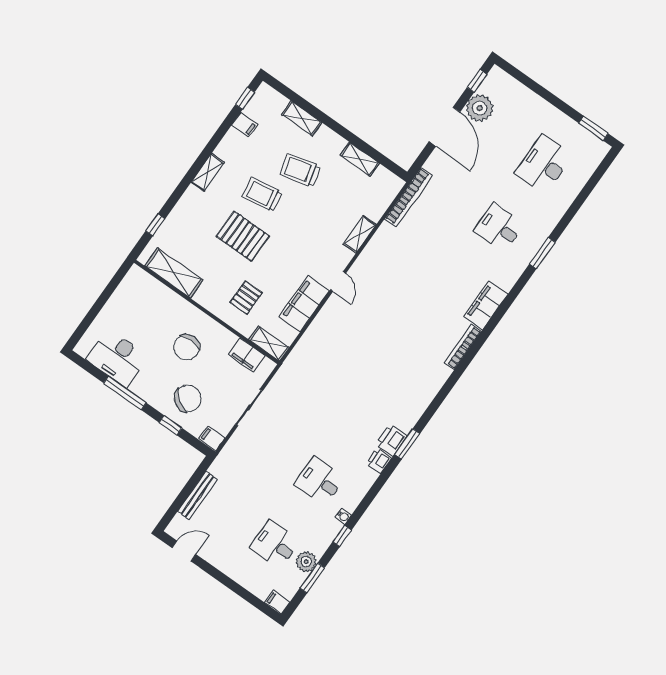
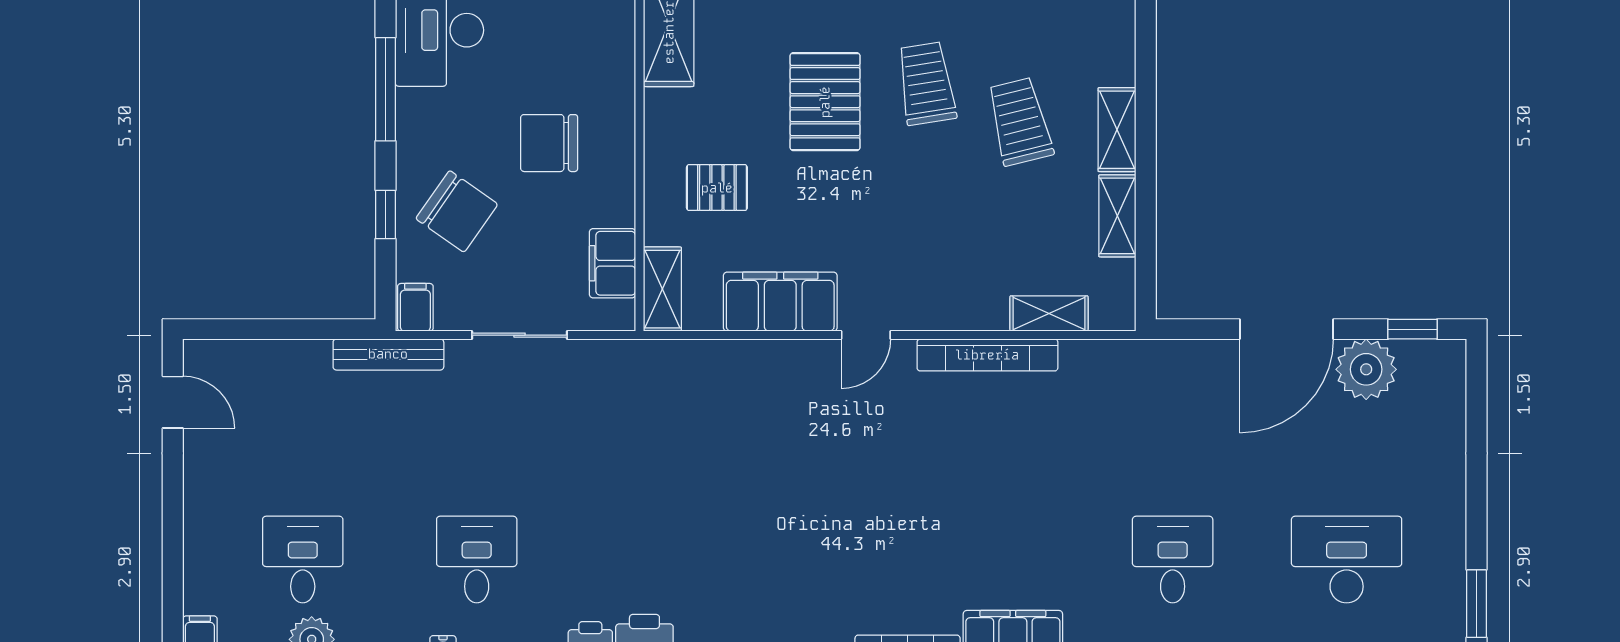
shelving: (302, 118) -> (1117, 130), moved
bookcase: (409, 197) -> (987, 355), moved
shelving: (360, 234) -> (1049, 314), moved
bench: (197, 495) -> (388, 354), moved

